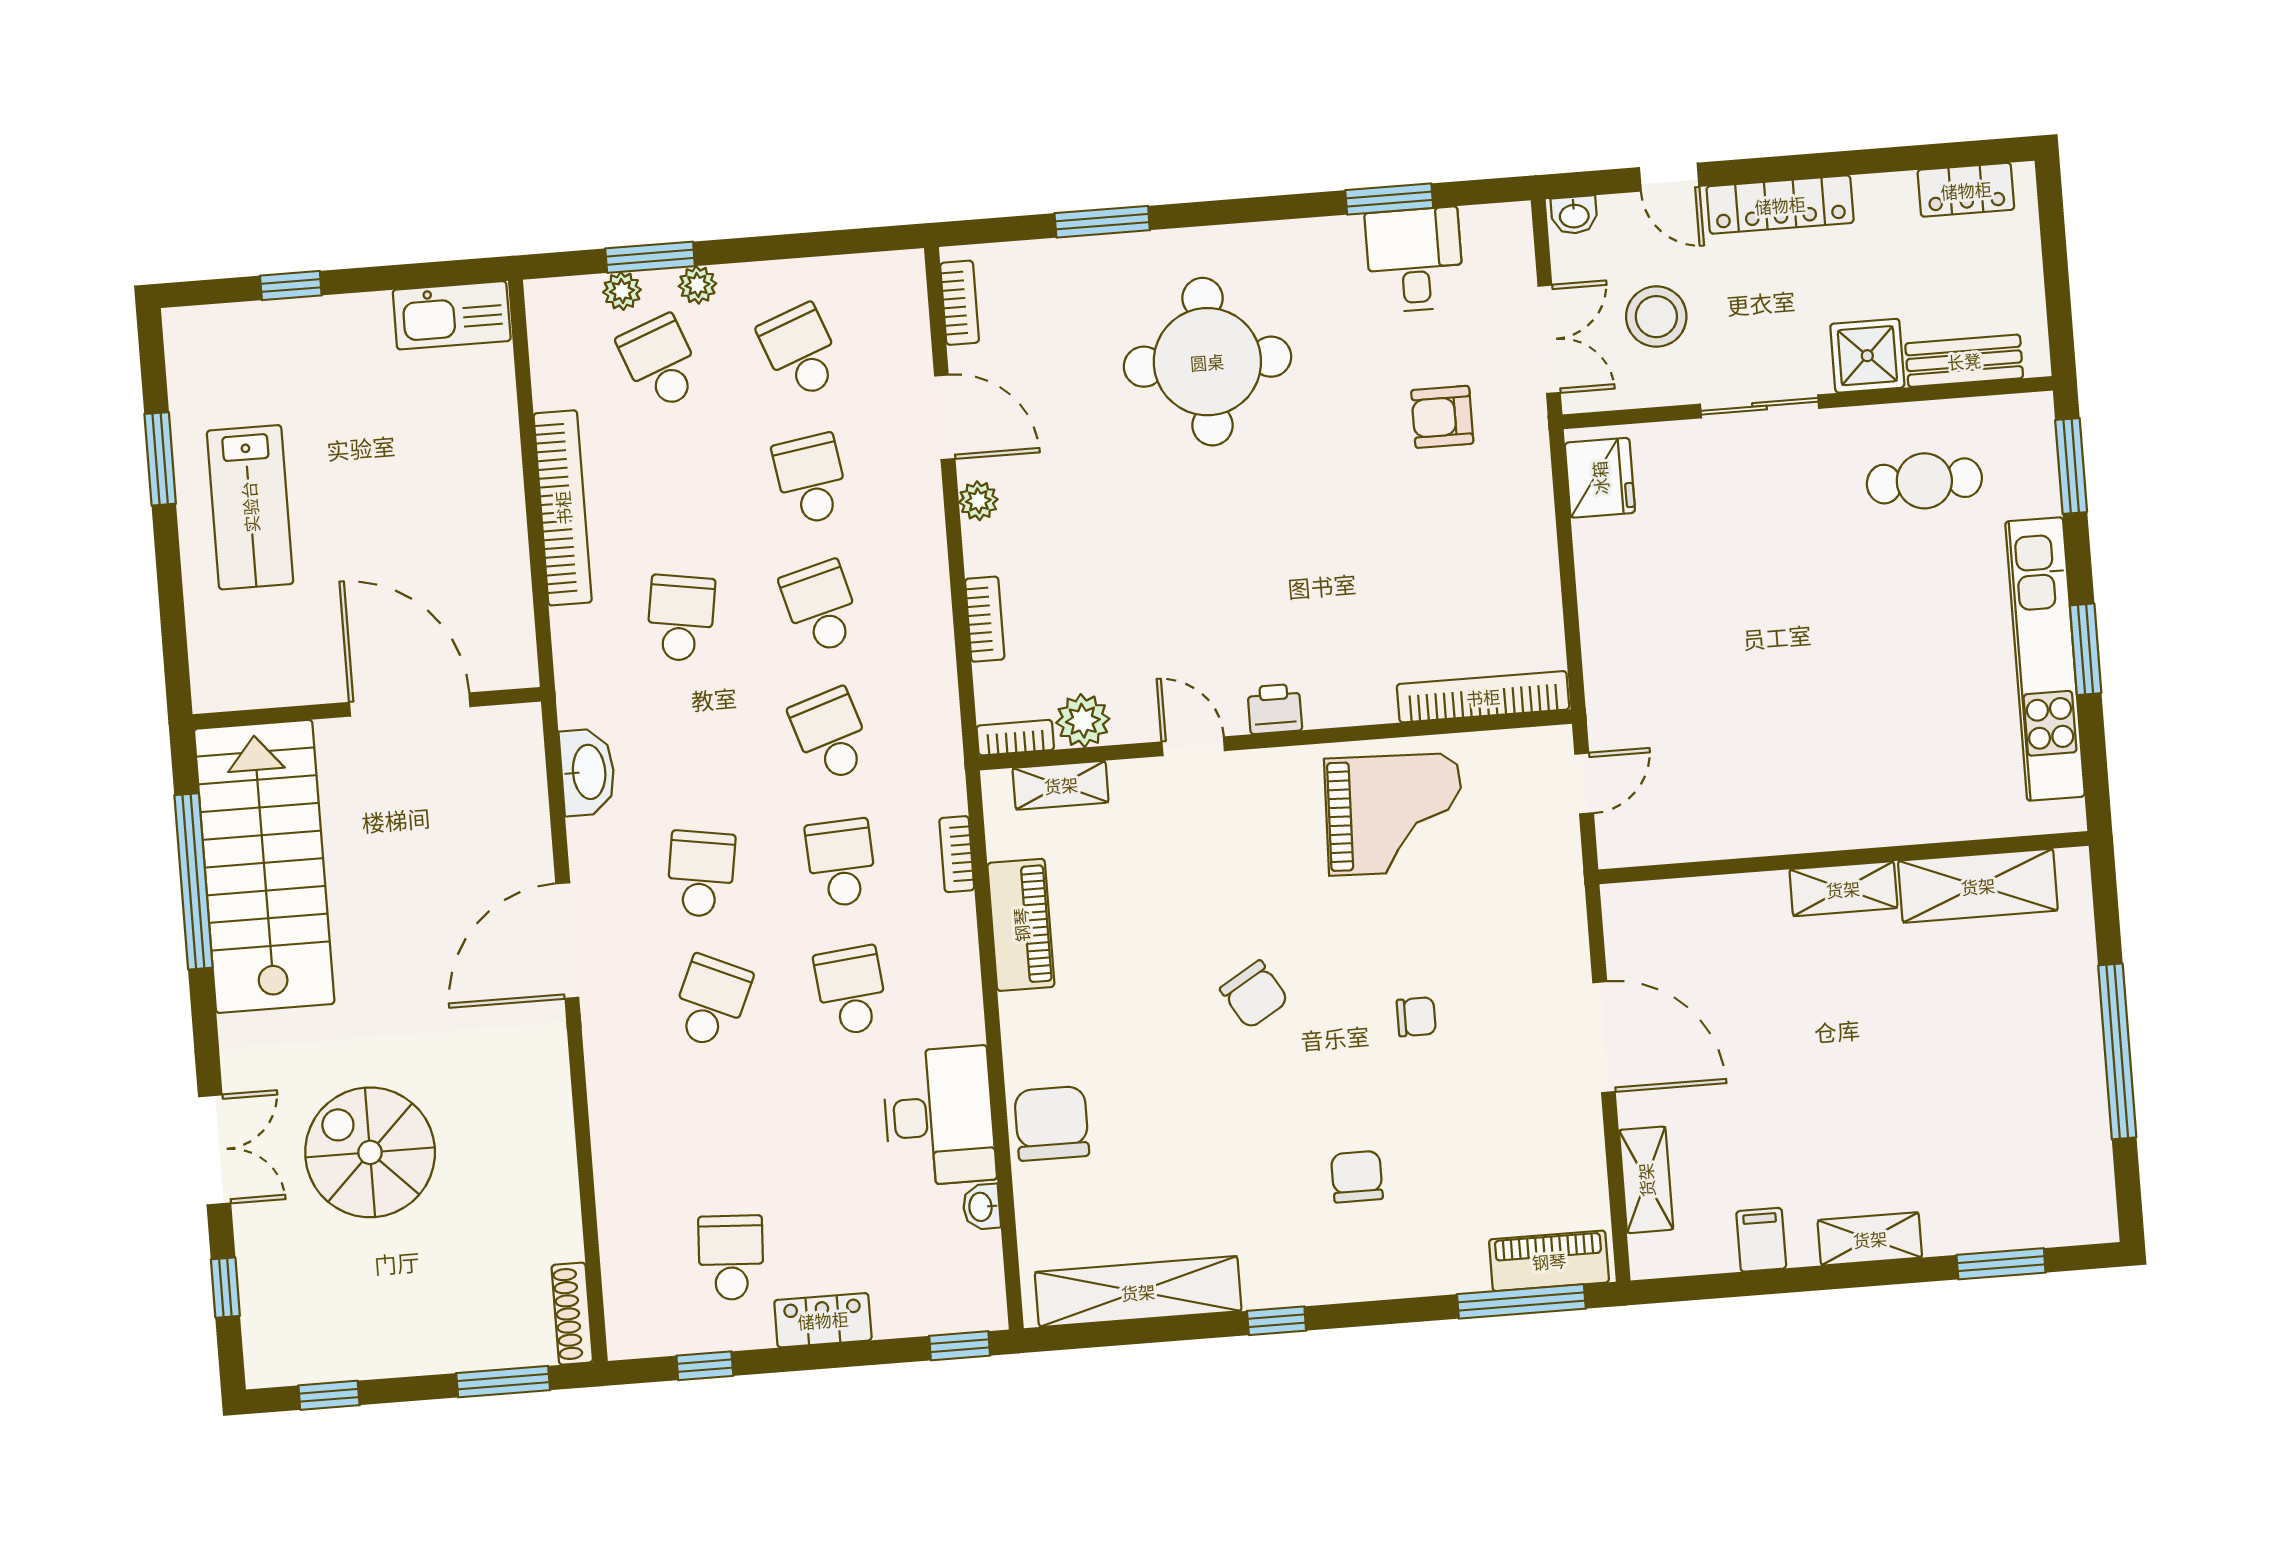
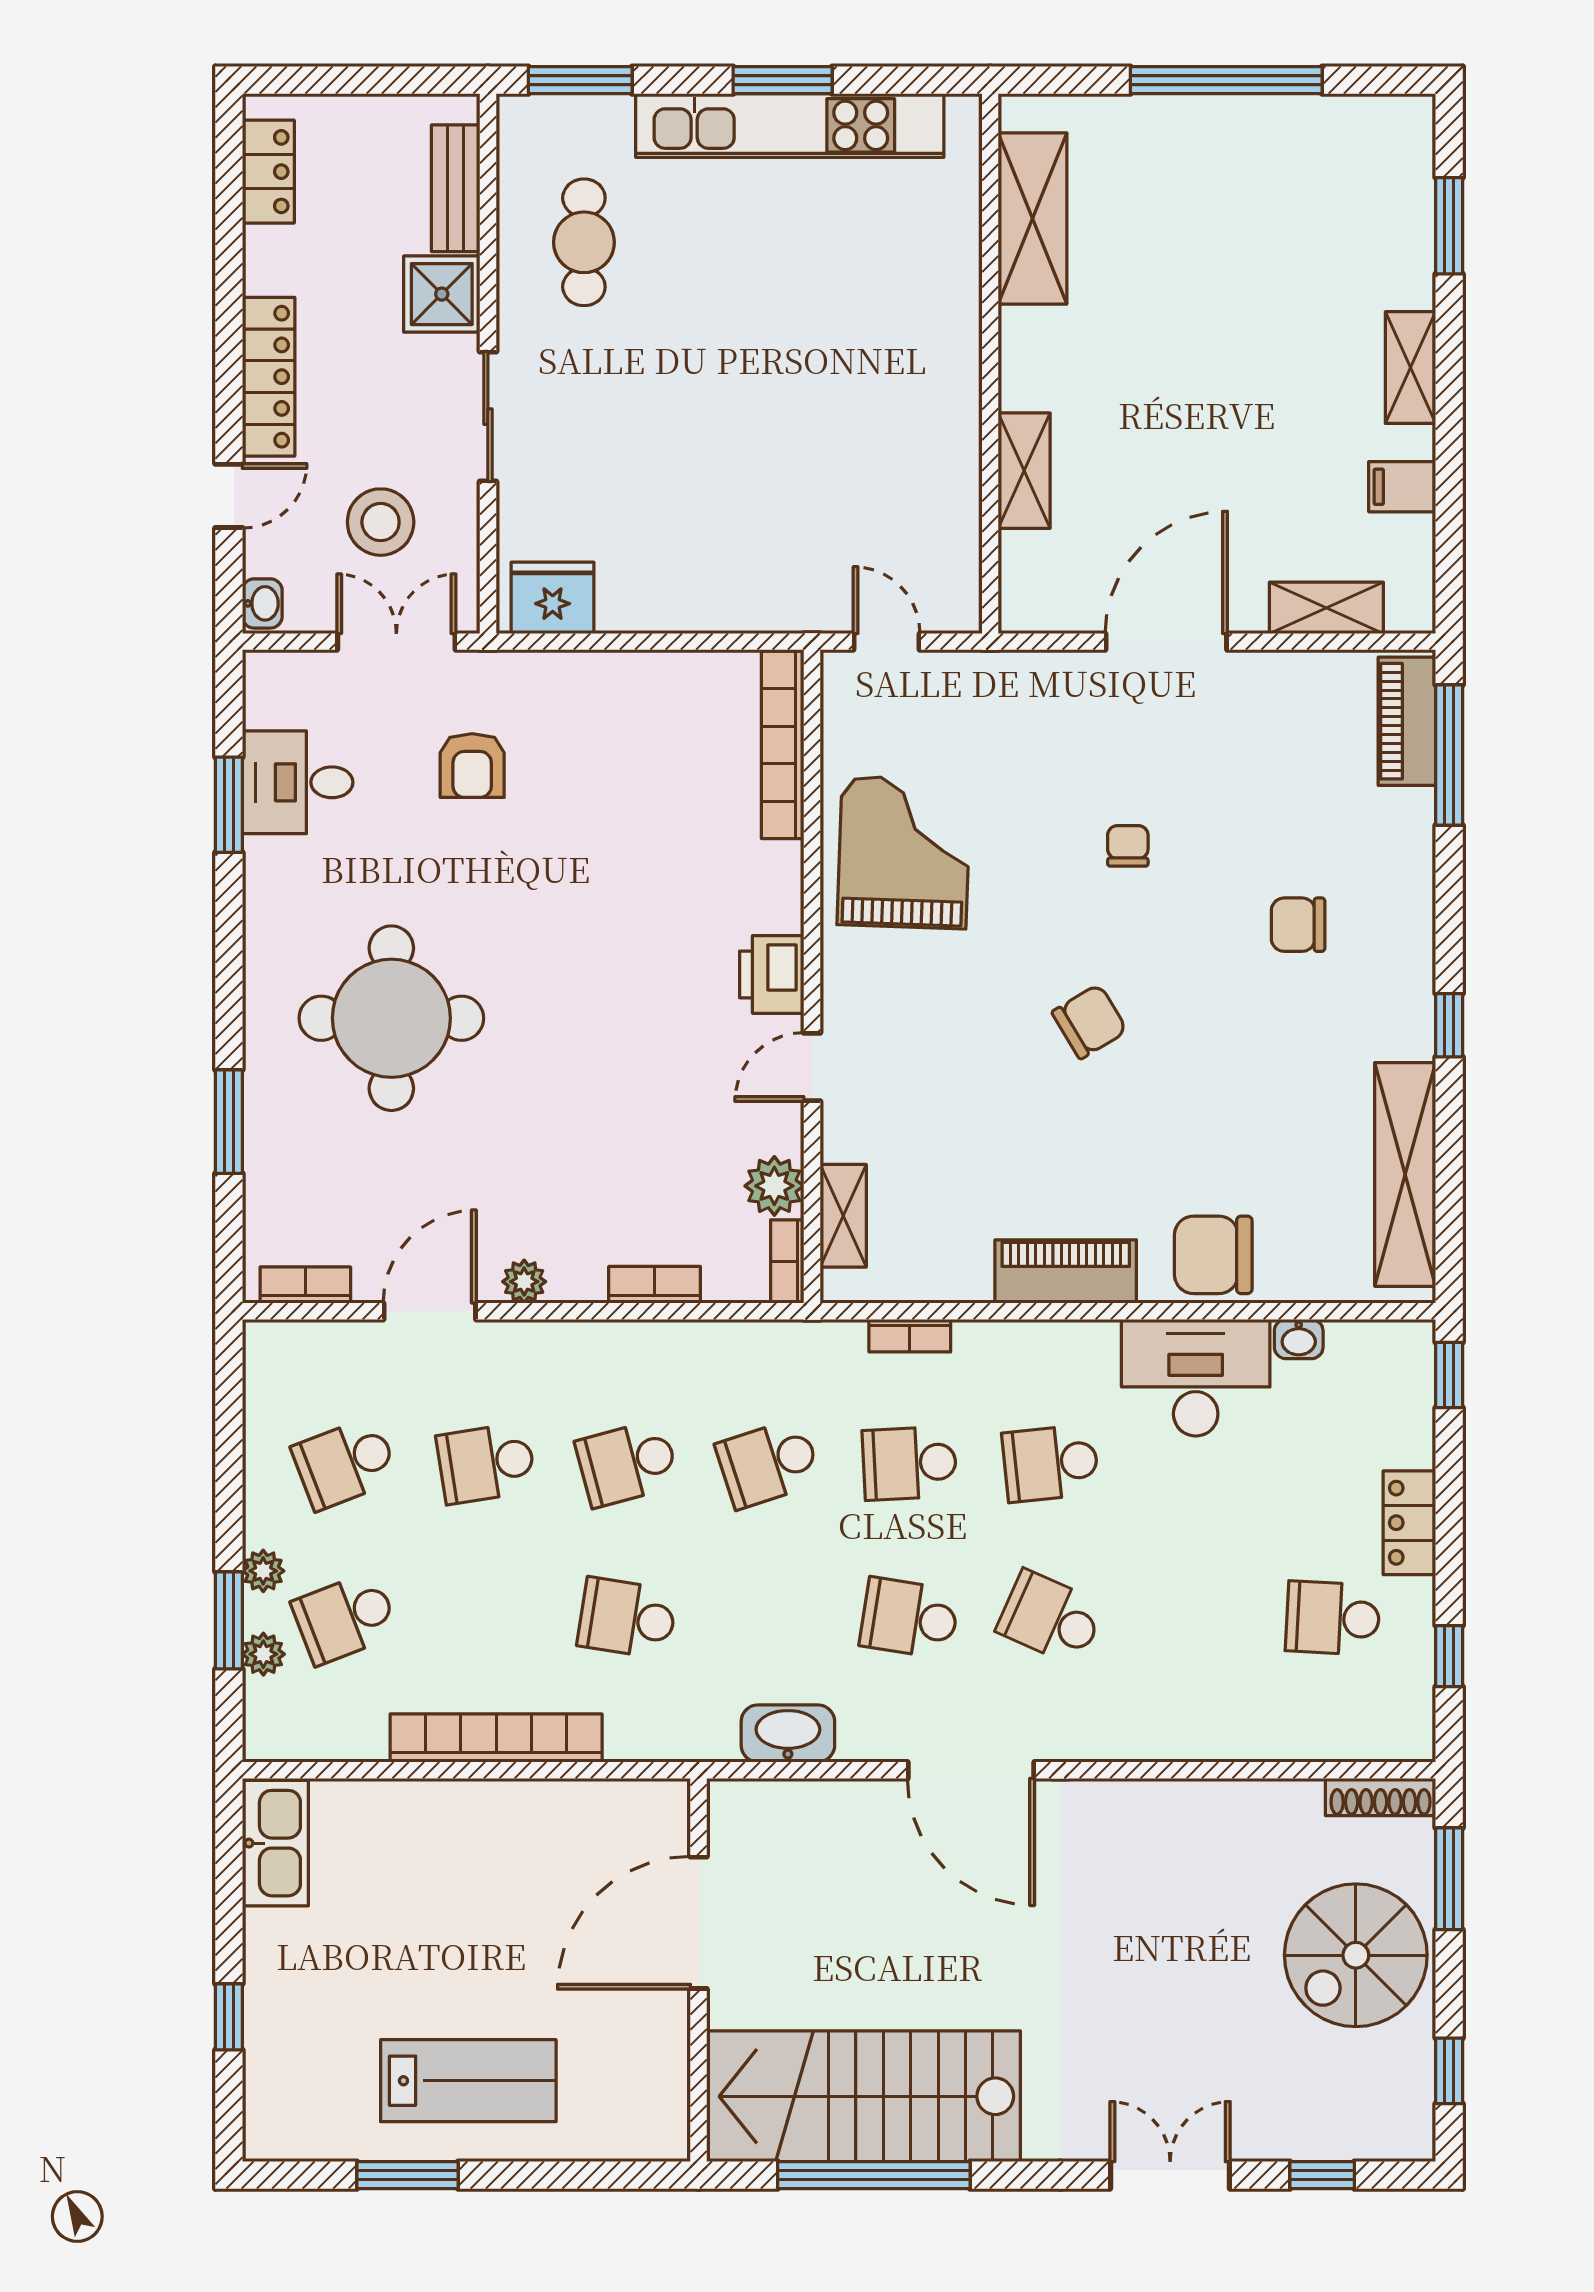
printer: (1275, 709) -> (772, 974), width x1.36, depth x1.24
shelving: (1843, 889) -> (1024, 471), moved
piano: (1021, 925) -> (1066, 1271), moved
spiral stairs: (370, 1152) -> (1356, 1955), moved

